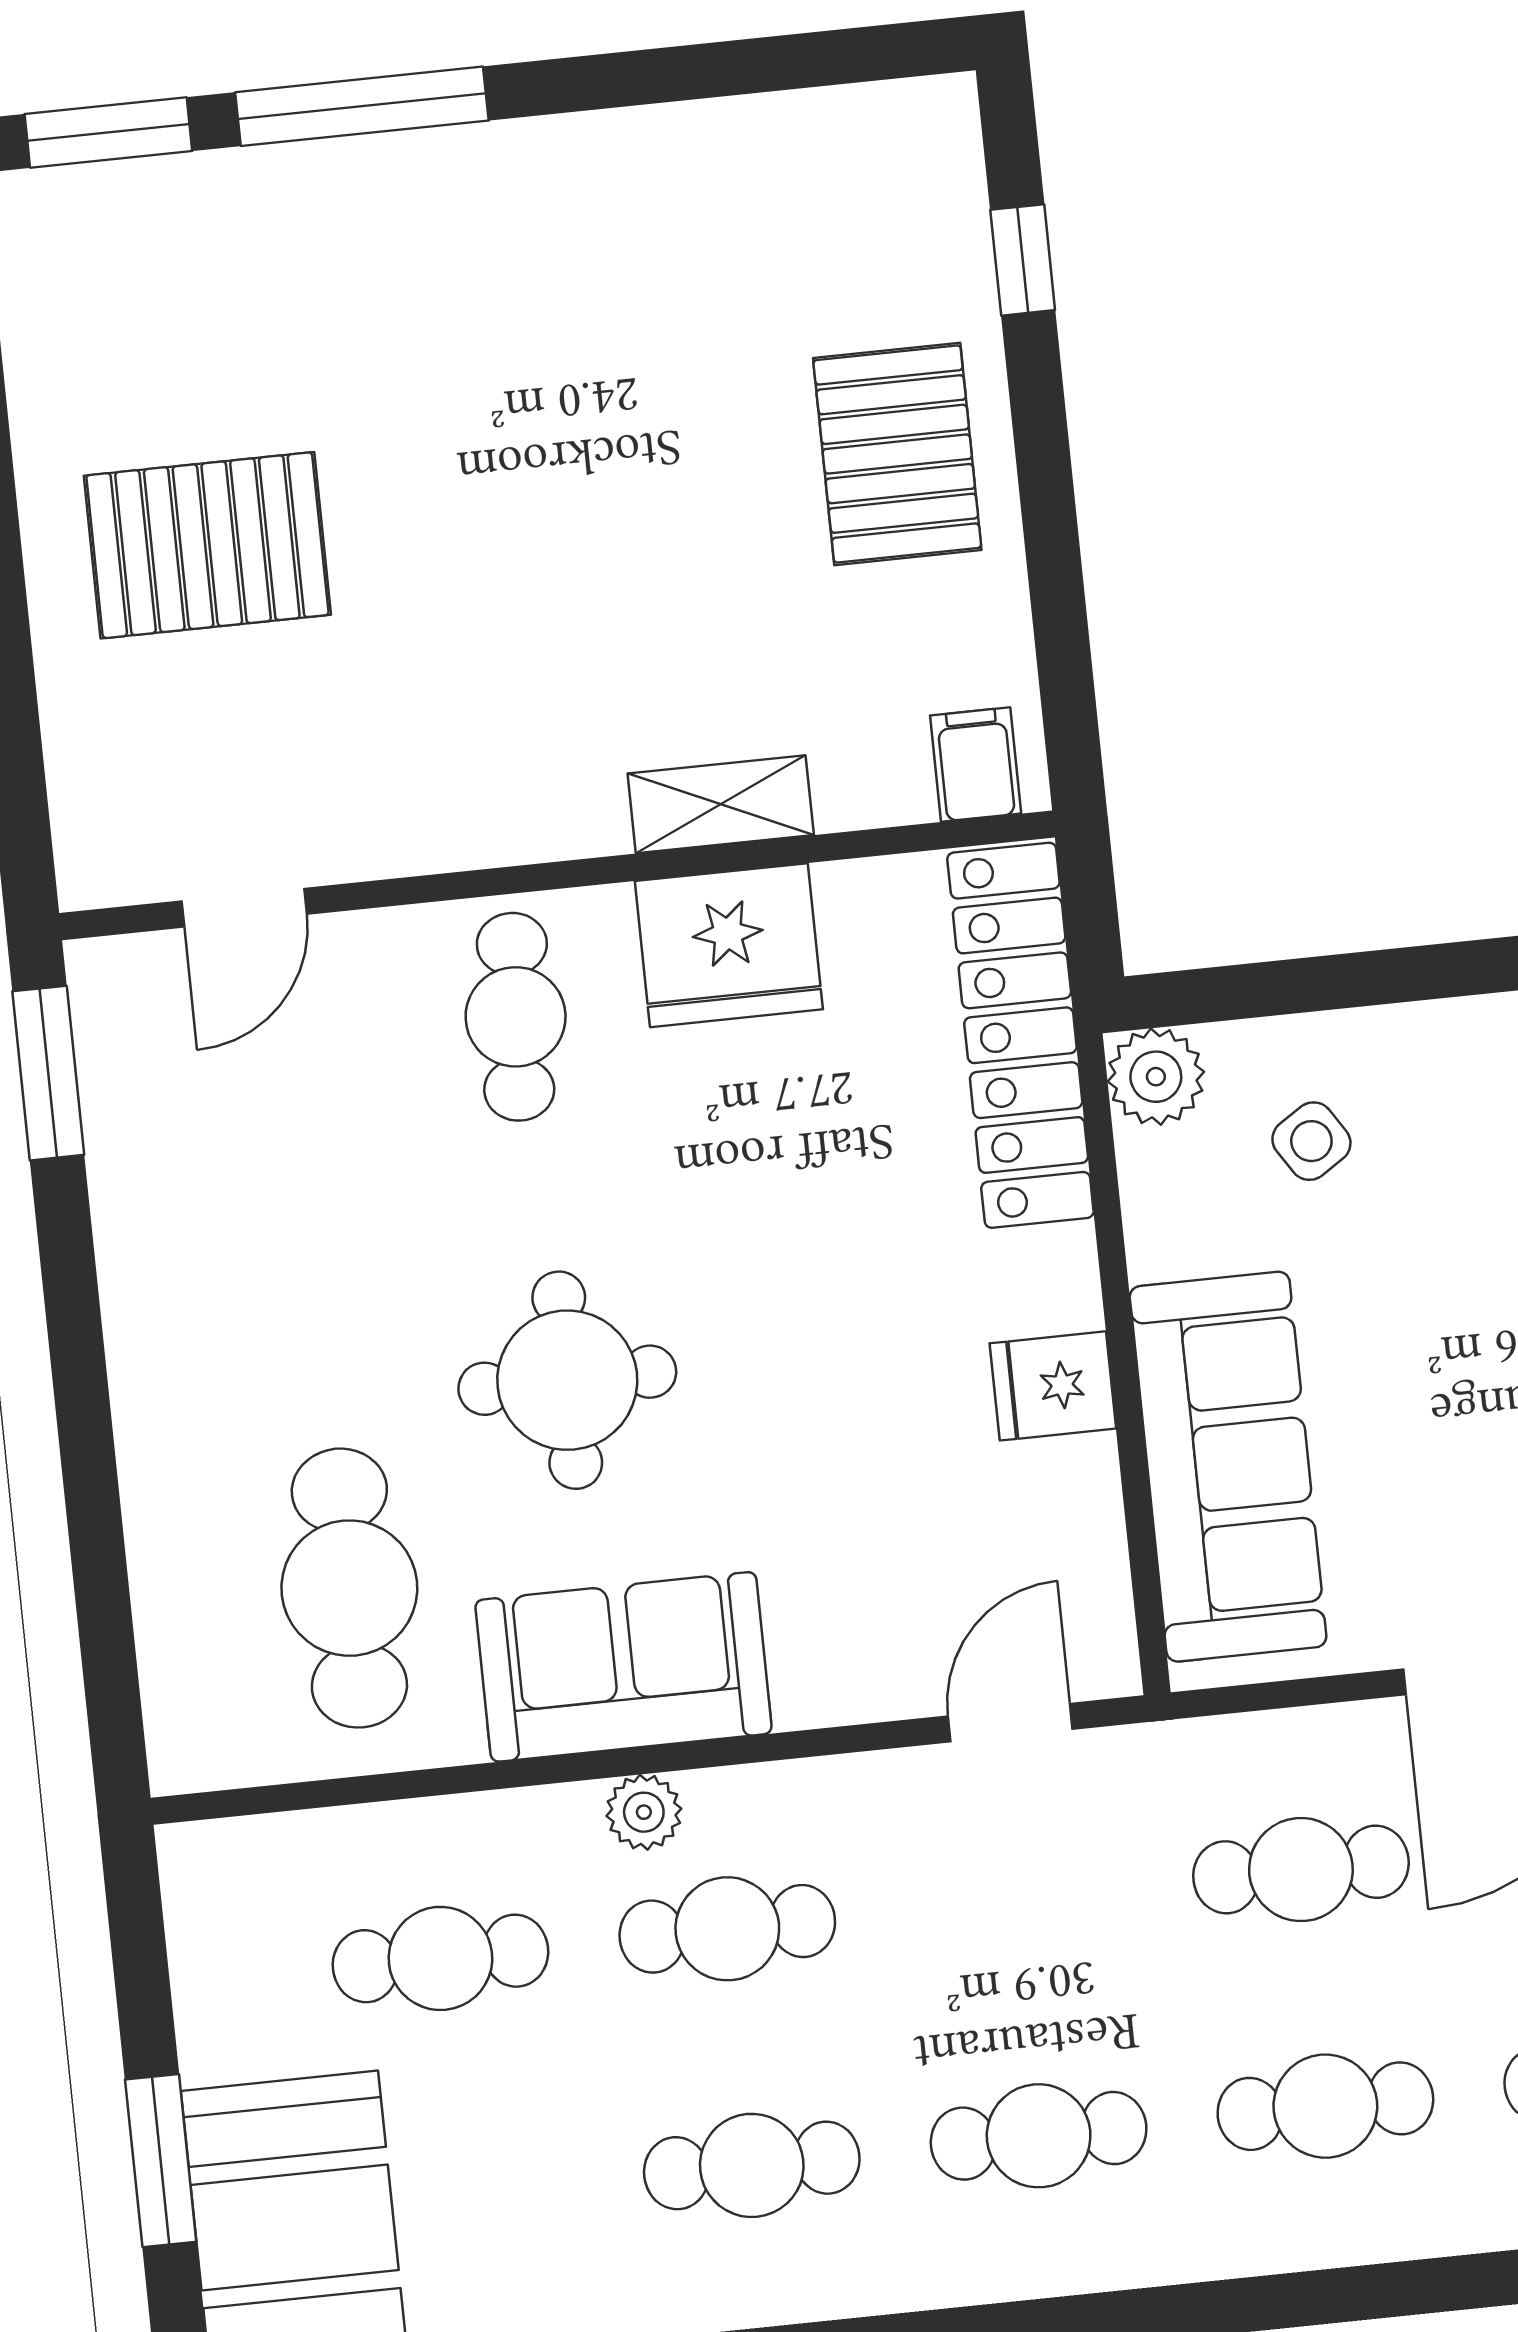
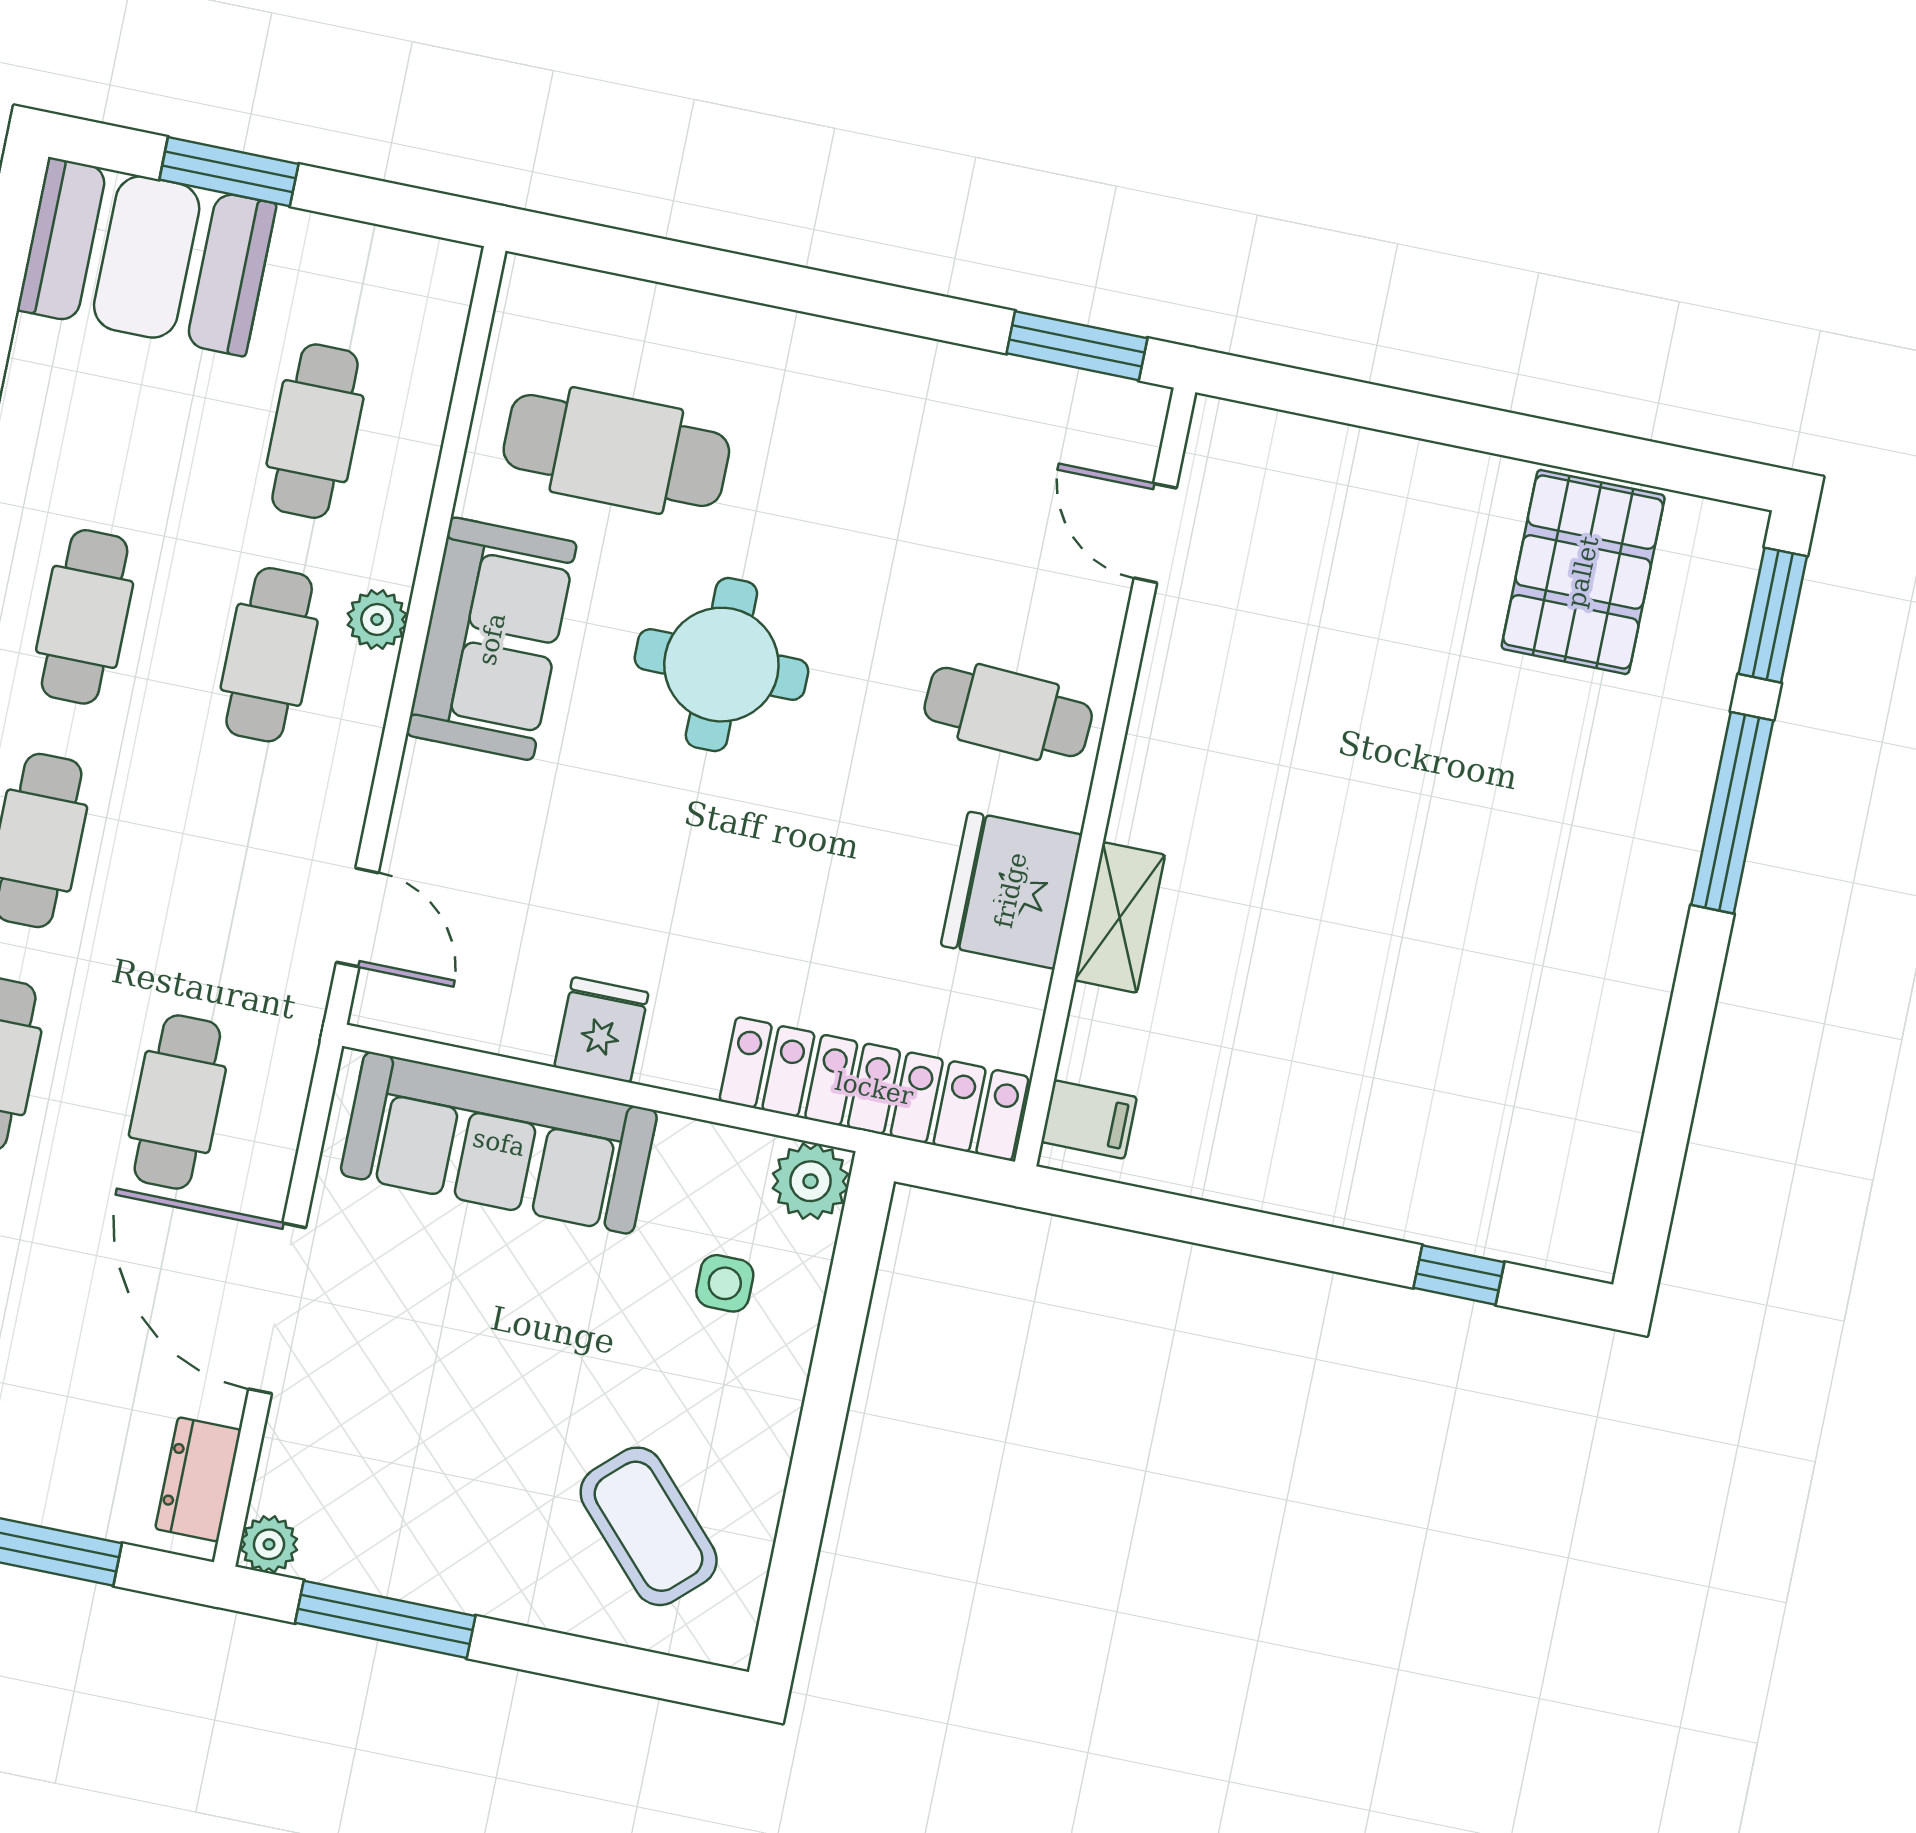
pallet: (897, 454) -> (1342, 1134), removed
pallet: (207, 545) -> (1583, 572), moved
side table: (1311, 1141) -> (725, 1283), turned 33

